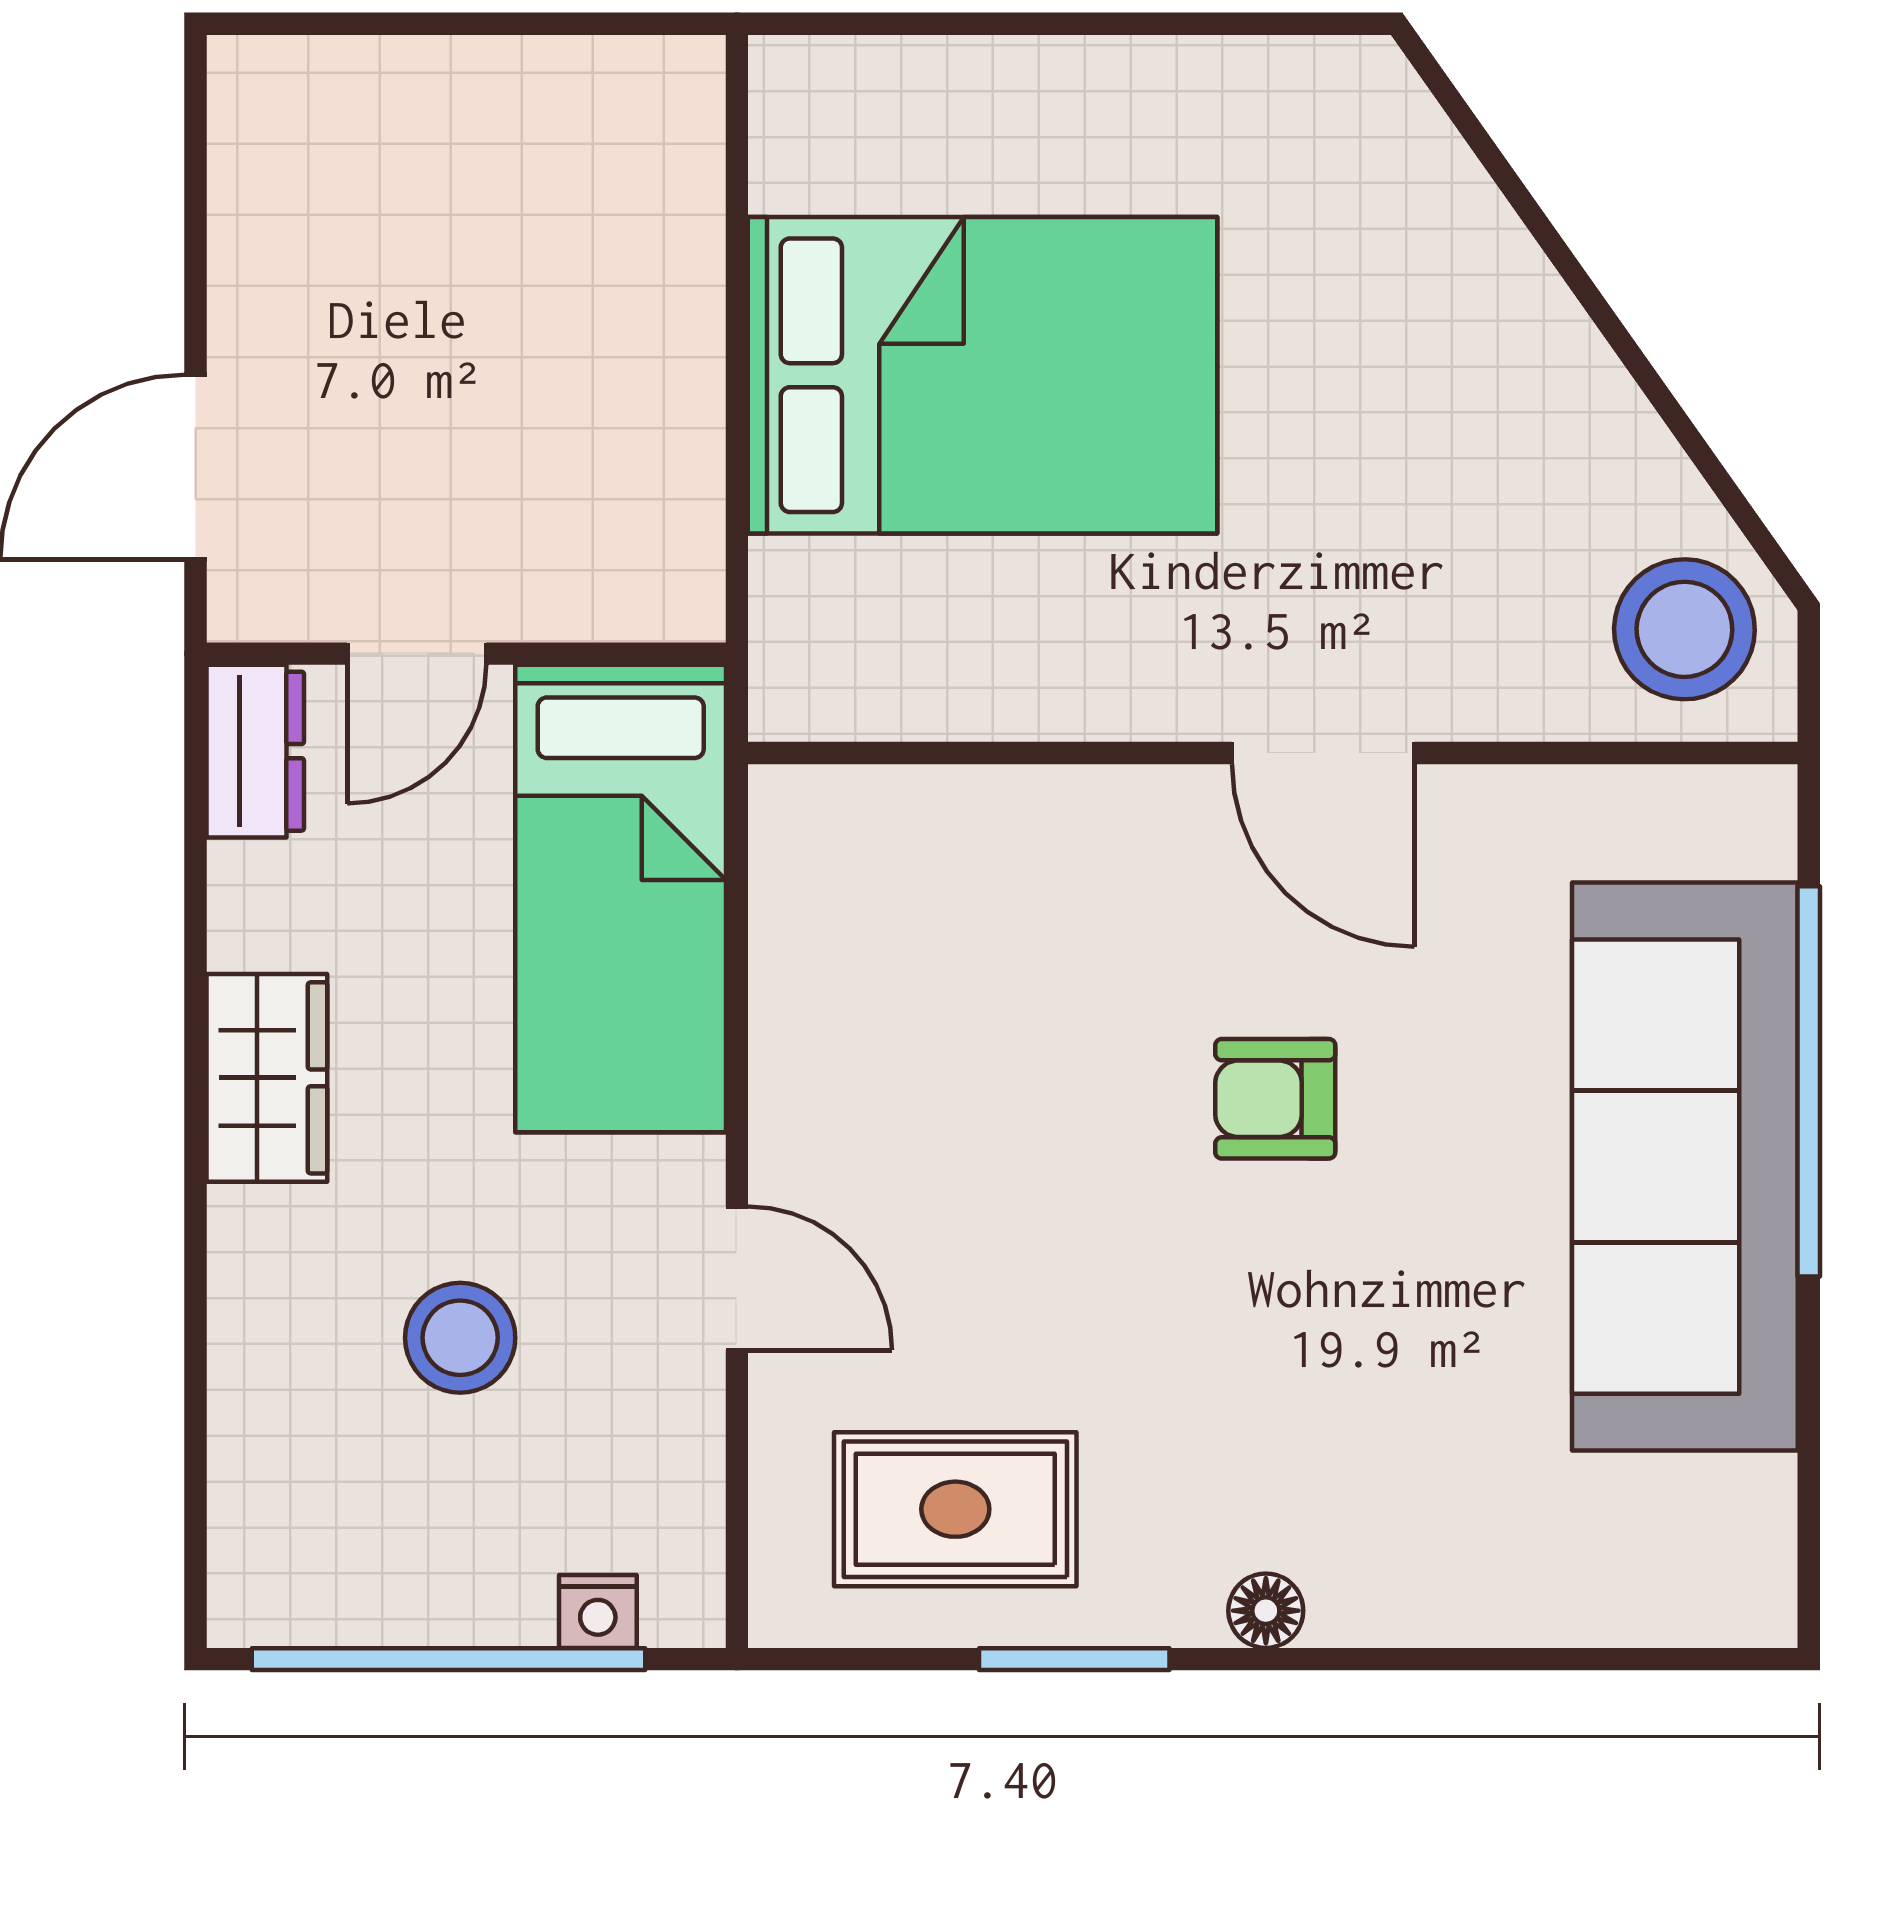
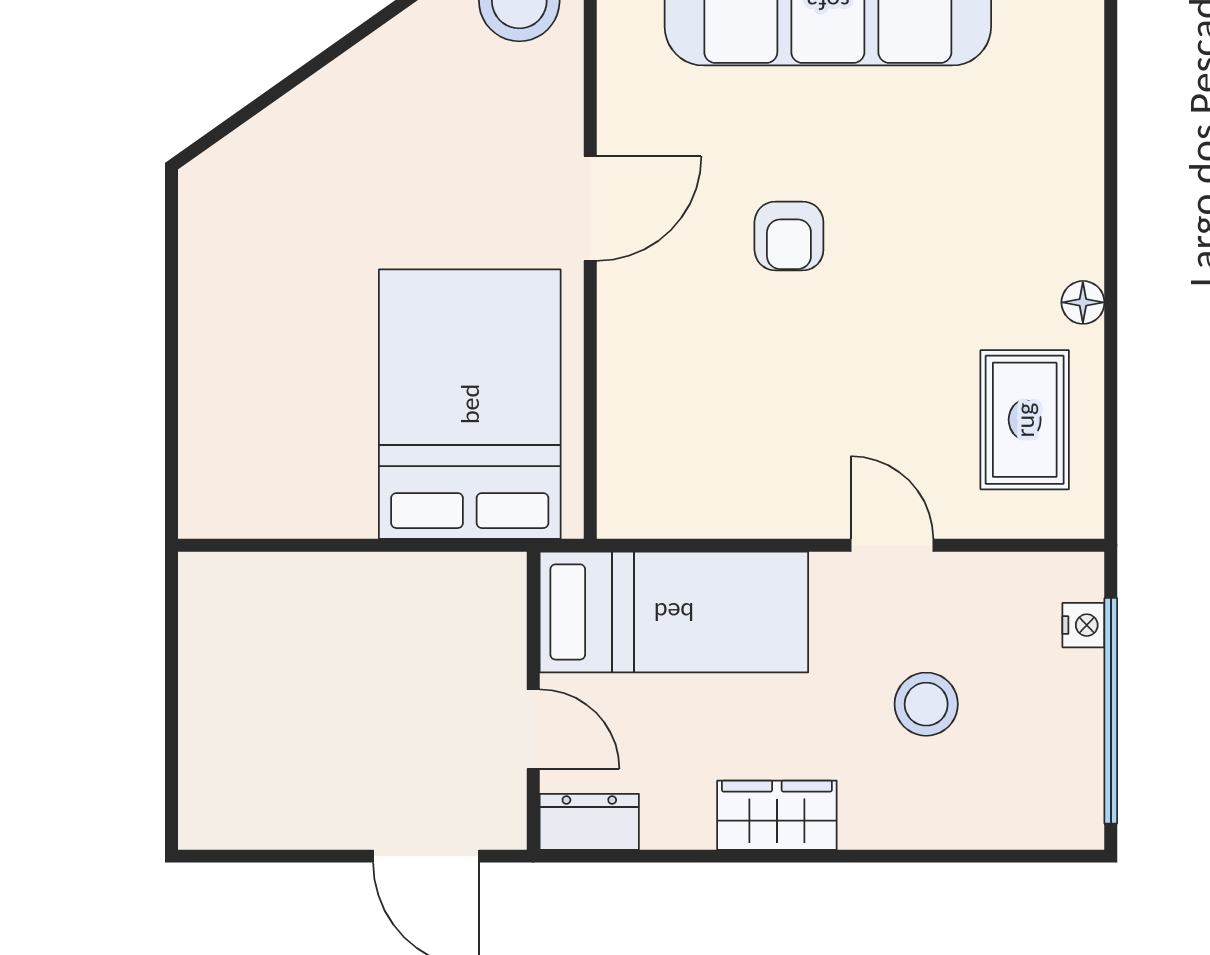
bed: (983, 375) -> (470, 404), moved
door: (737, 1278) -> (892, 545), hinge flipped
floor lamp: (1266, 1611) -> (1083, 302), moved
window: (1074, 1659) -> (1111, 351), removed

